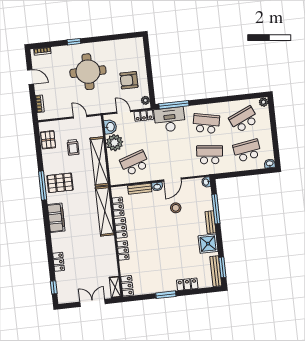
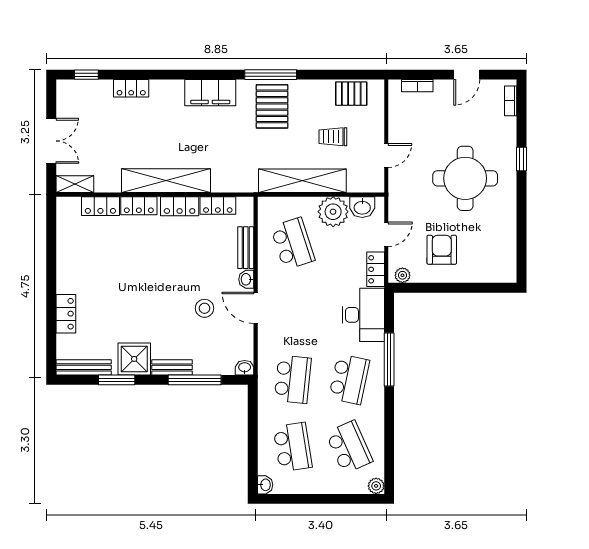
window: (174, 105) -> (389, 359), moved
shelving: (105, 211) -> (166, 181), moved
window: (222, 267) -> (117, 380), moved
locker: (127, 286) -> (100, 206), moved
window: (166, 295) -> (51, 273), removed

